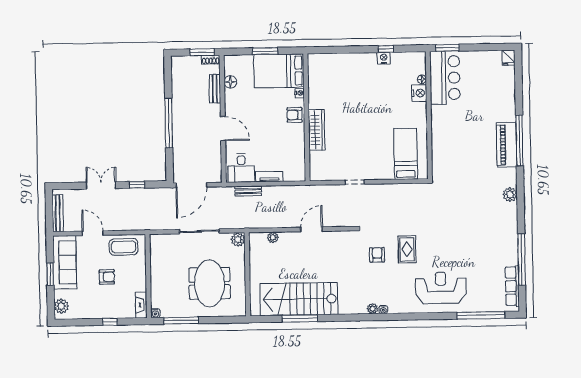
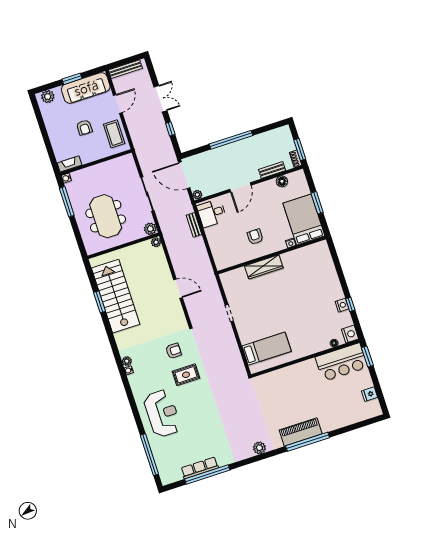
fridge: (508, 58) -> (370, 394), moved
nightstand: (419, 93) -> (350, 334), moved, turned -90
armchair: (295, 115) -> (255, 237), moved
plant: (217, 177) -> (197, 195), added
tv unit: (269, 177) -> (212, 239), removed
plant: (273, 237) -> (156, 242), moved
meeting table: (209, 283) -> (106, 216), turned 90
row of seats: (512, 286) -> (200, 468), moved
window: (300, 318) -> (99, 302), width x0.69
window: (110, 322) -> (47, 142), removed

